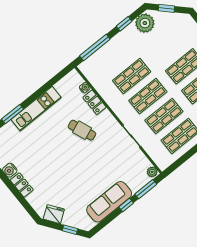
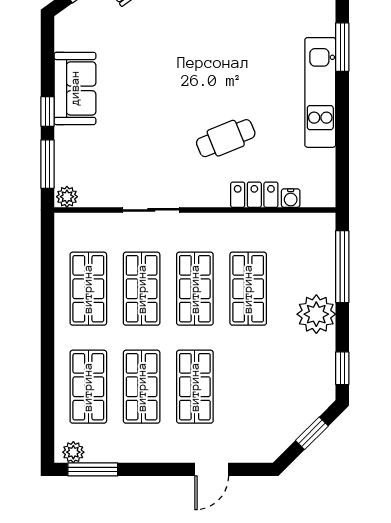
plant: (145, 23) -> (316, 314), moved
window: (124, 24) -> (342, 368), moved
sofa: (109, 202) -> (75, 88), width x0.73

